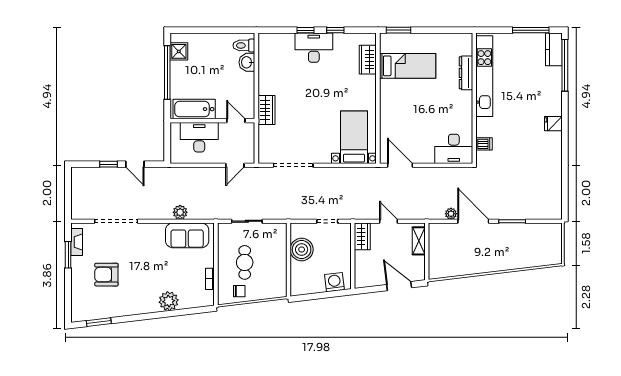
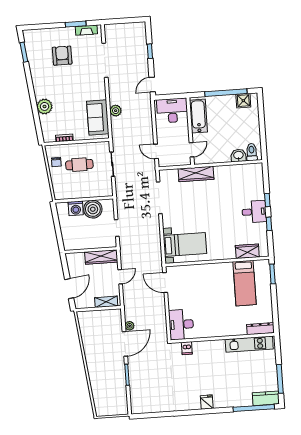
desk: (314, 48) -> (254, 212), width x0.73
dresser: (466, 73) -> (260, 329), moved
kitchen unit: (484, 76) -> (249, 344), width x0.73
wardrobe: (266, 110) -> (196, 174), width x1.50
desk: (199, 137) -> (172, 111), moved, turned -90
door: (135, 164) -> (152, 85), moved
door: (400, 165) -> (165, 283), swing flipped
wardrobe: (362, 236) -> (101, 257), width x1.50
washing machine: (334, 282) -> (76, 208), moved, turned 97

